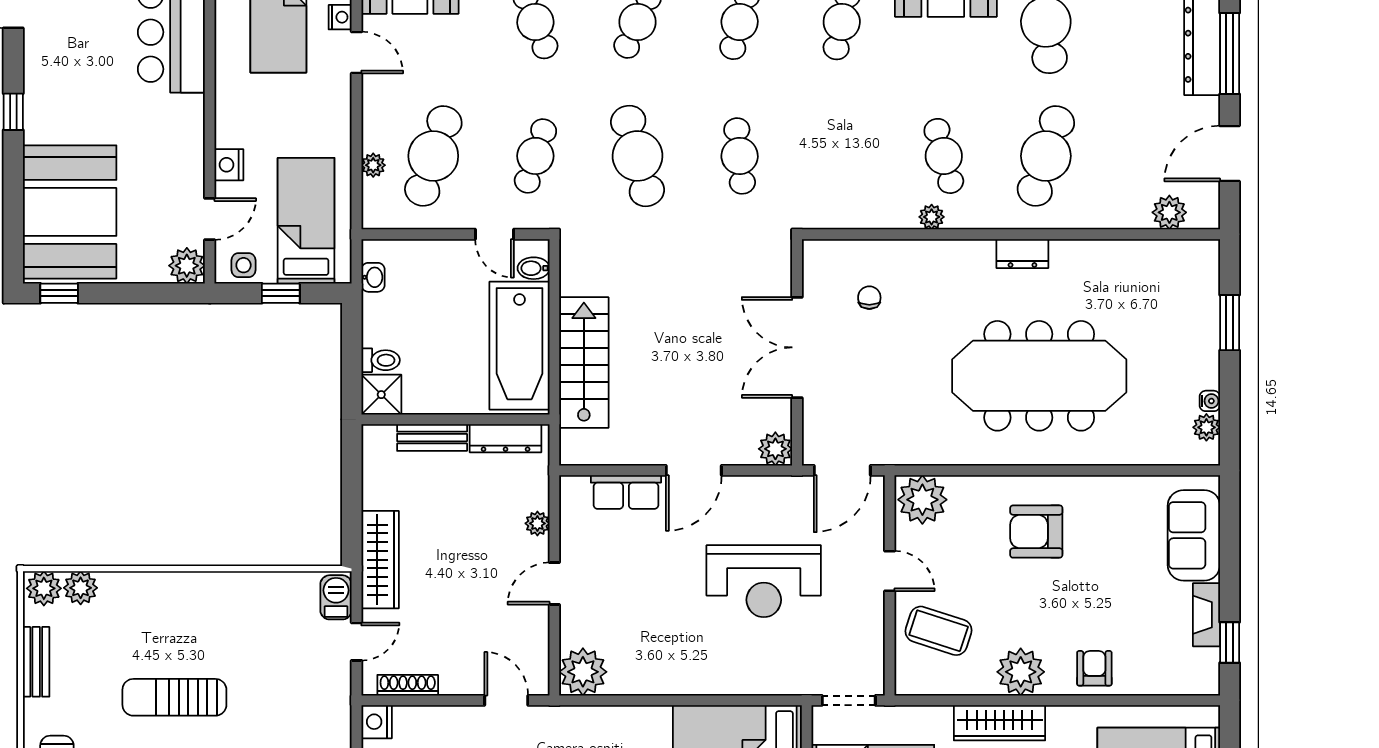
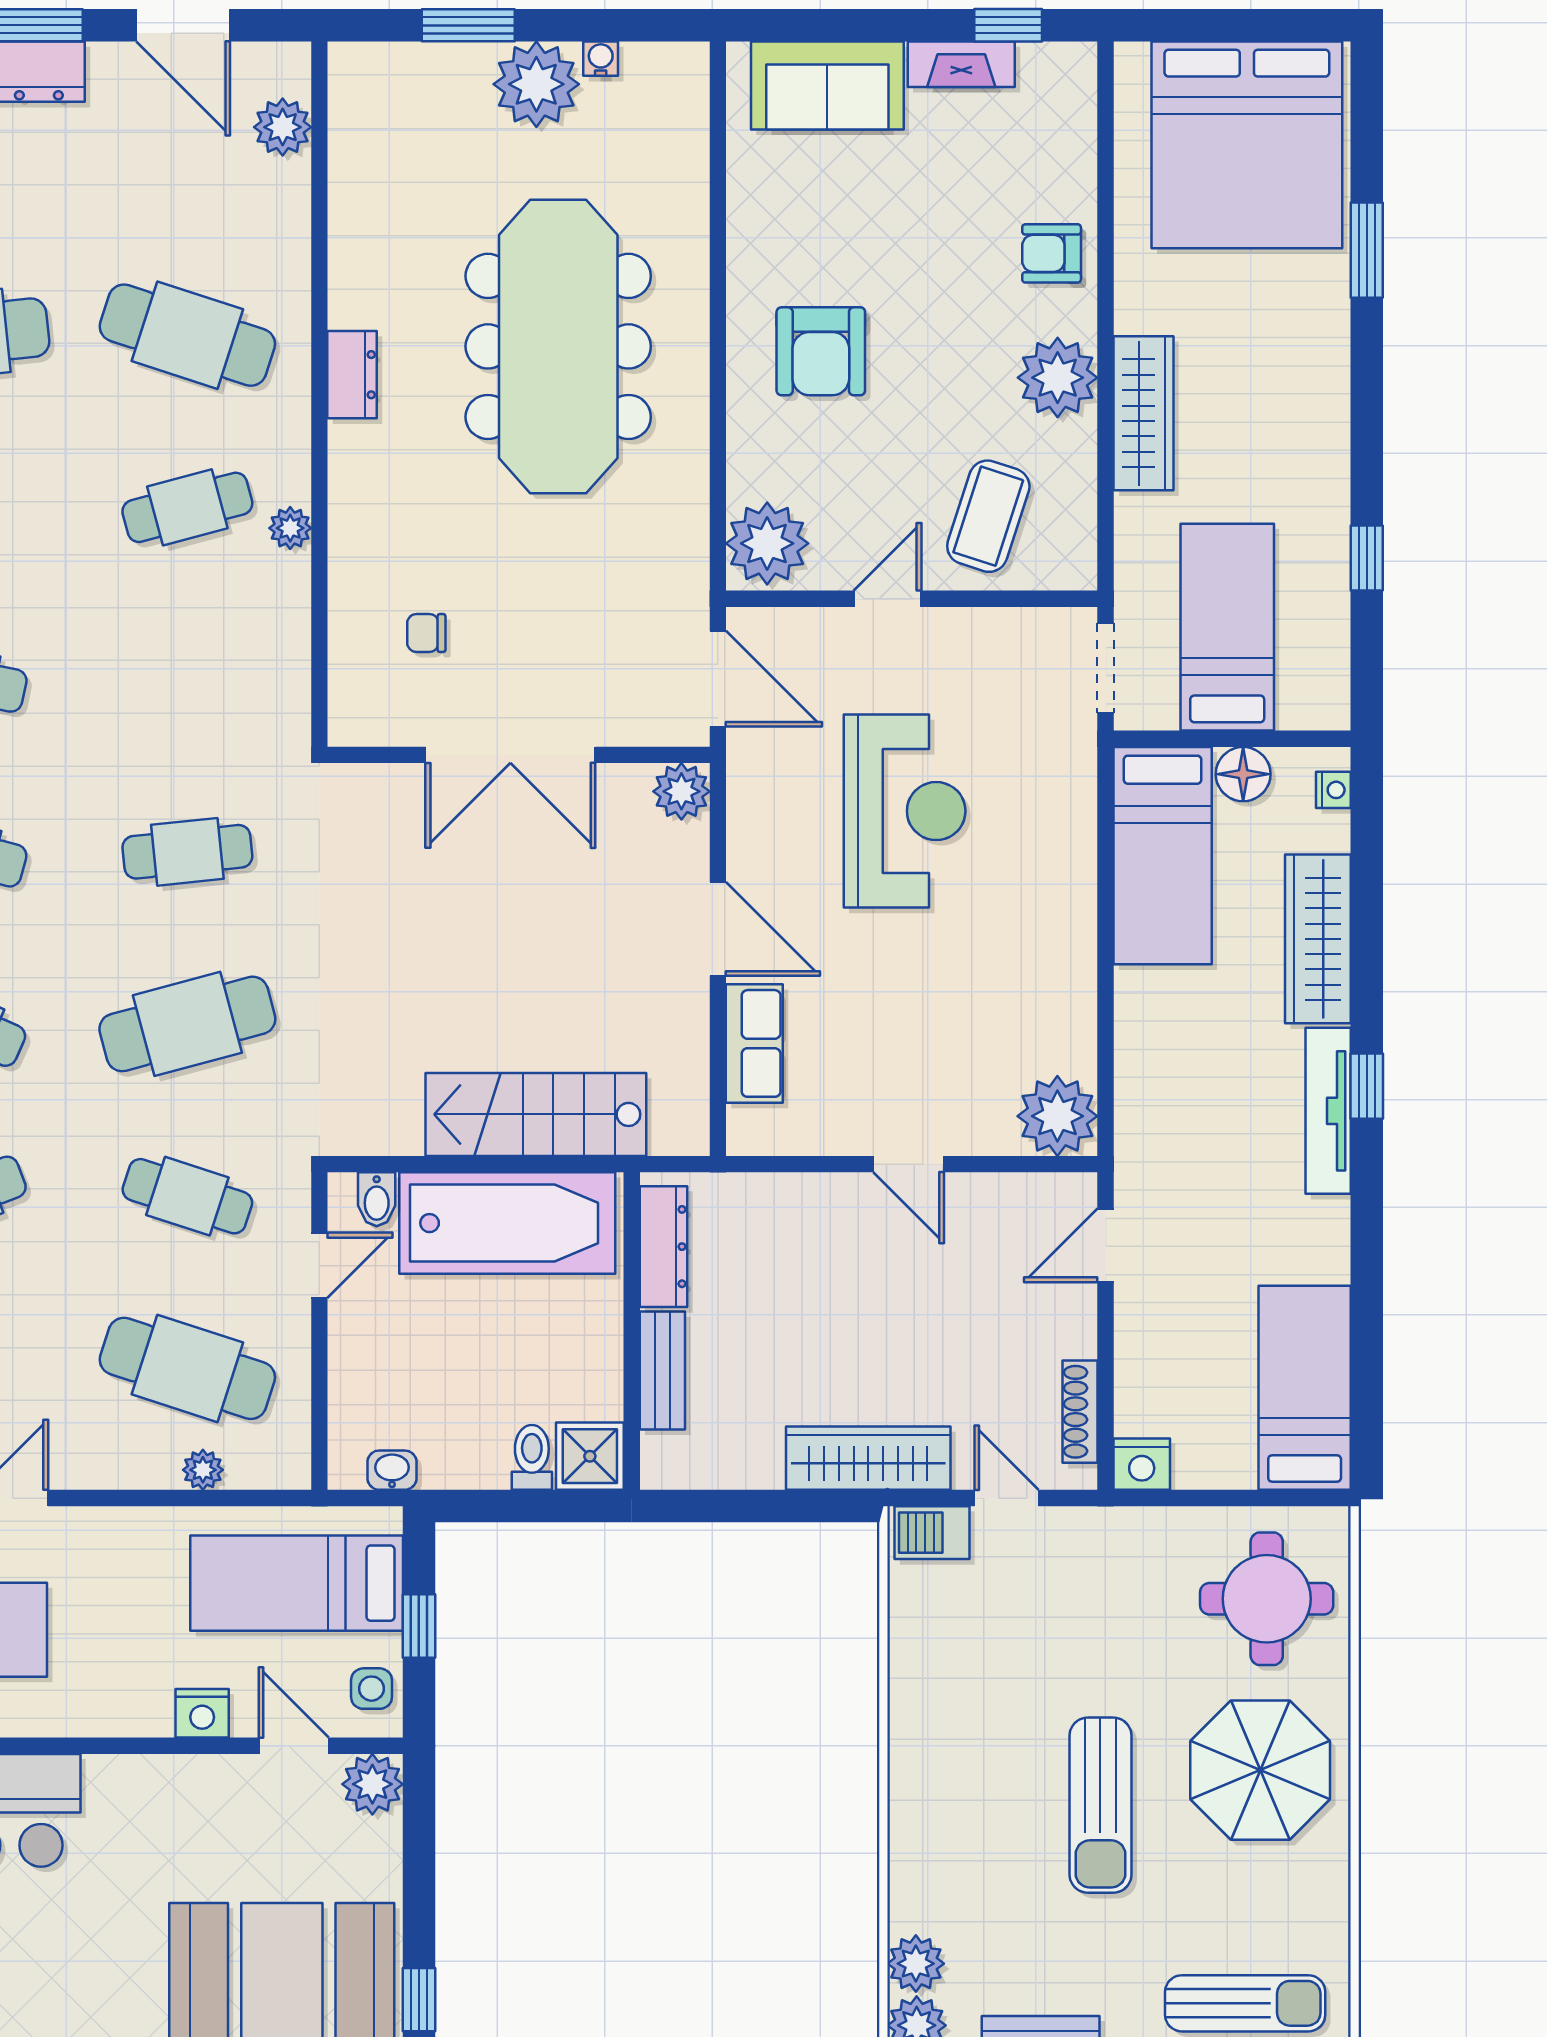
plant: (1206, 427) -> (536, 84), moved, width x1.87, depth x1.87
plant: (537, 523) -> (807, 1193), removed

